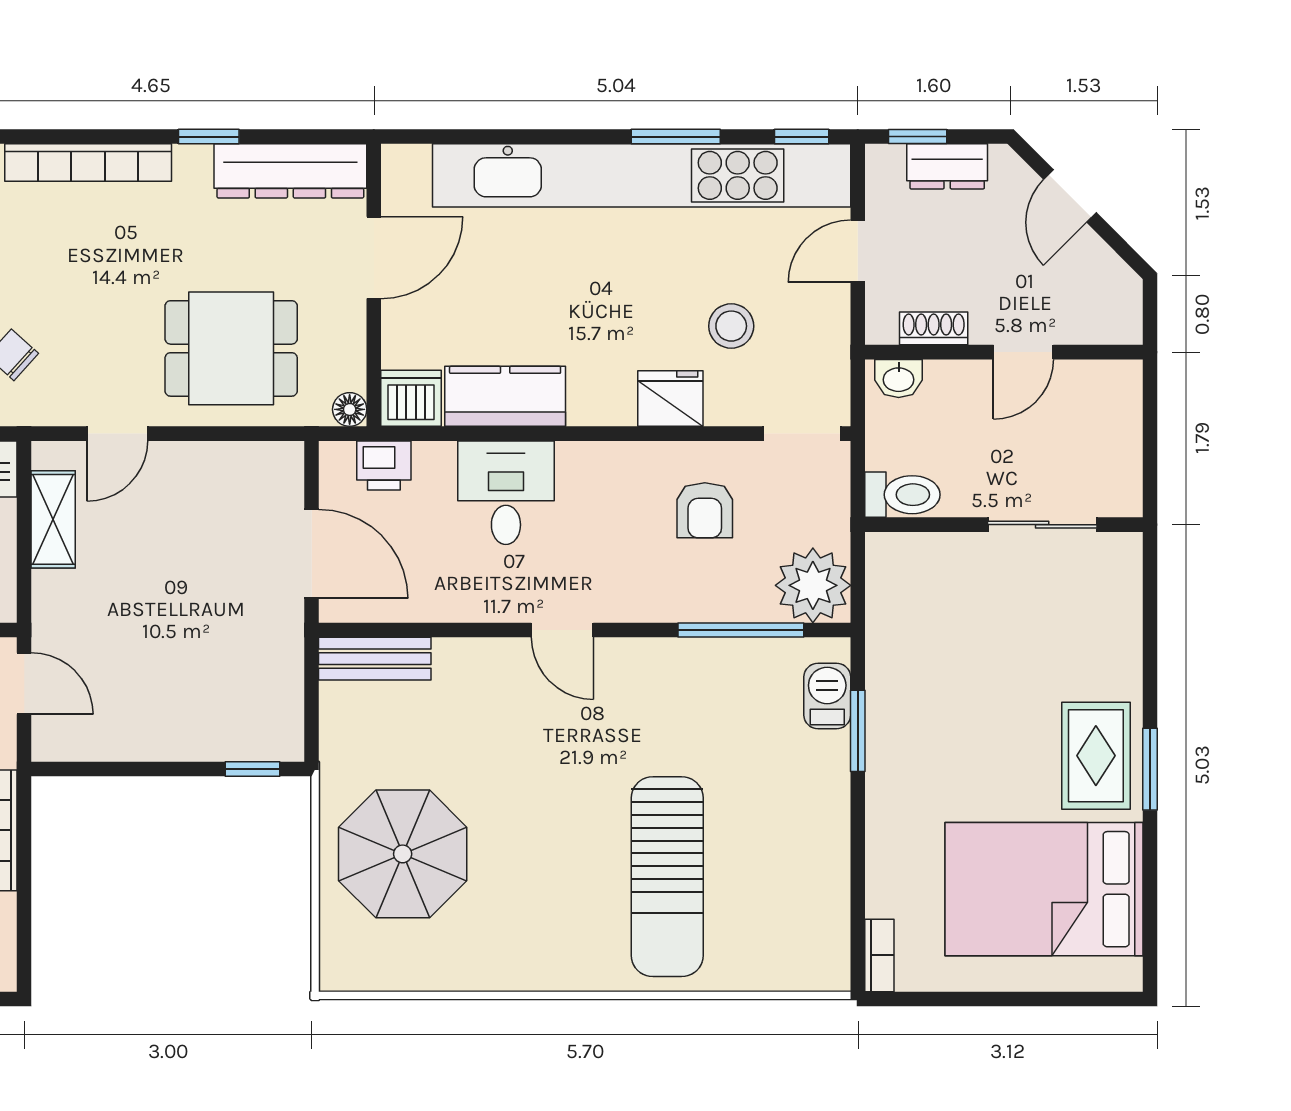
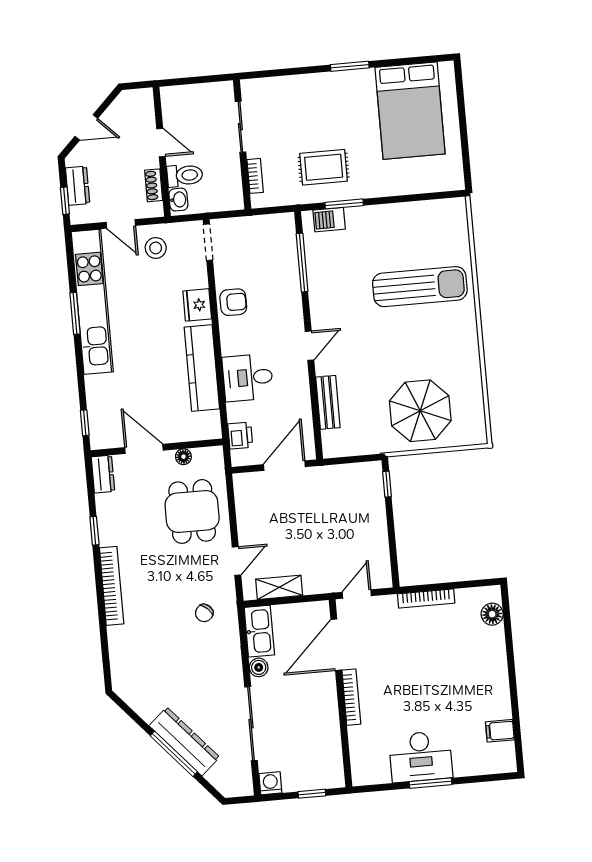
window: (802, 137) -> (85, 423), moved
dresser: (290, 171) -> (103, 474), width x0.51, depth x0.80
kitchen unit: (642, 175) -> (92, 302), width x0.73
stool: (731, 326) -> (156, 248), moved
kitchen counter: (505, 396) -> (202, 368), width x1.50
dishwasher: (411, 398) -> (208, 426), removed
floor lamp: (350, 409) -> (183, 457), moved
door: (117, 434) -> (236, 561), hinge flipped
toilet: (902, 495) -> (185, 175), moved, turned 90
armchair: (705, 510) -> (233, 302), moved
plant: (813, 585) -> (278, 231), removed
bench: (375, 659) -> (328, 402), moved
rug: (1096, 756) -> (324, 167), moved
bookcase: (879, 955) -> (255, 176), moved, turned 90

